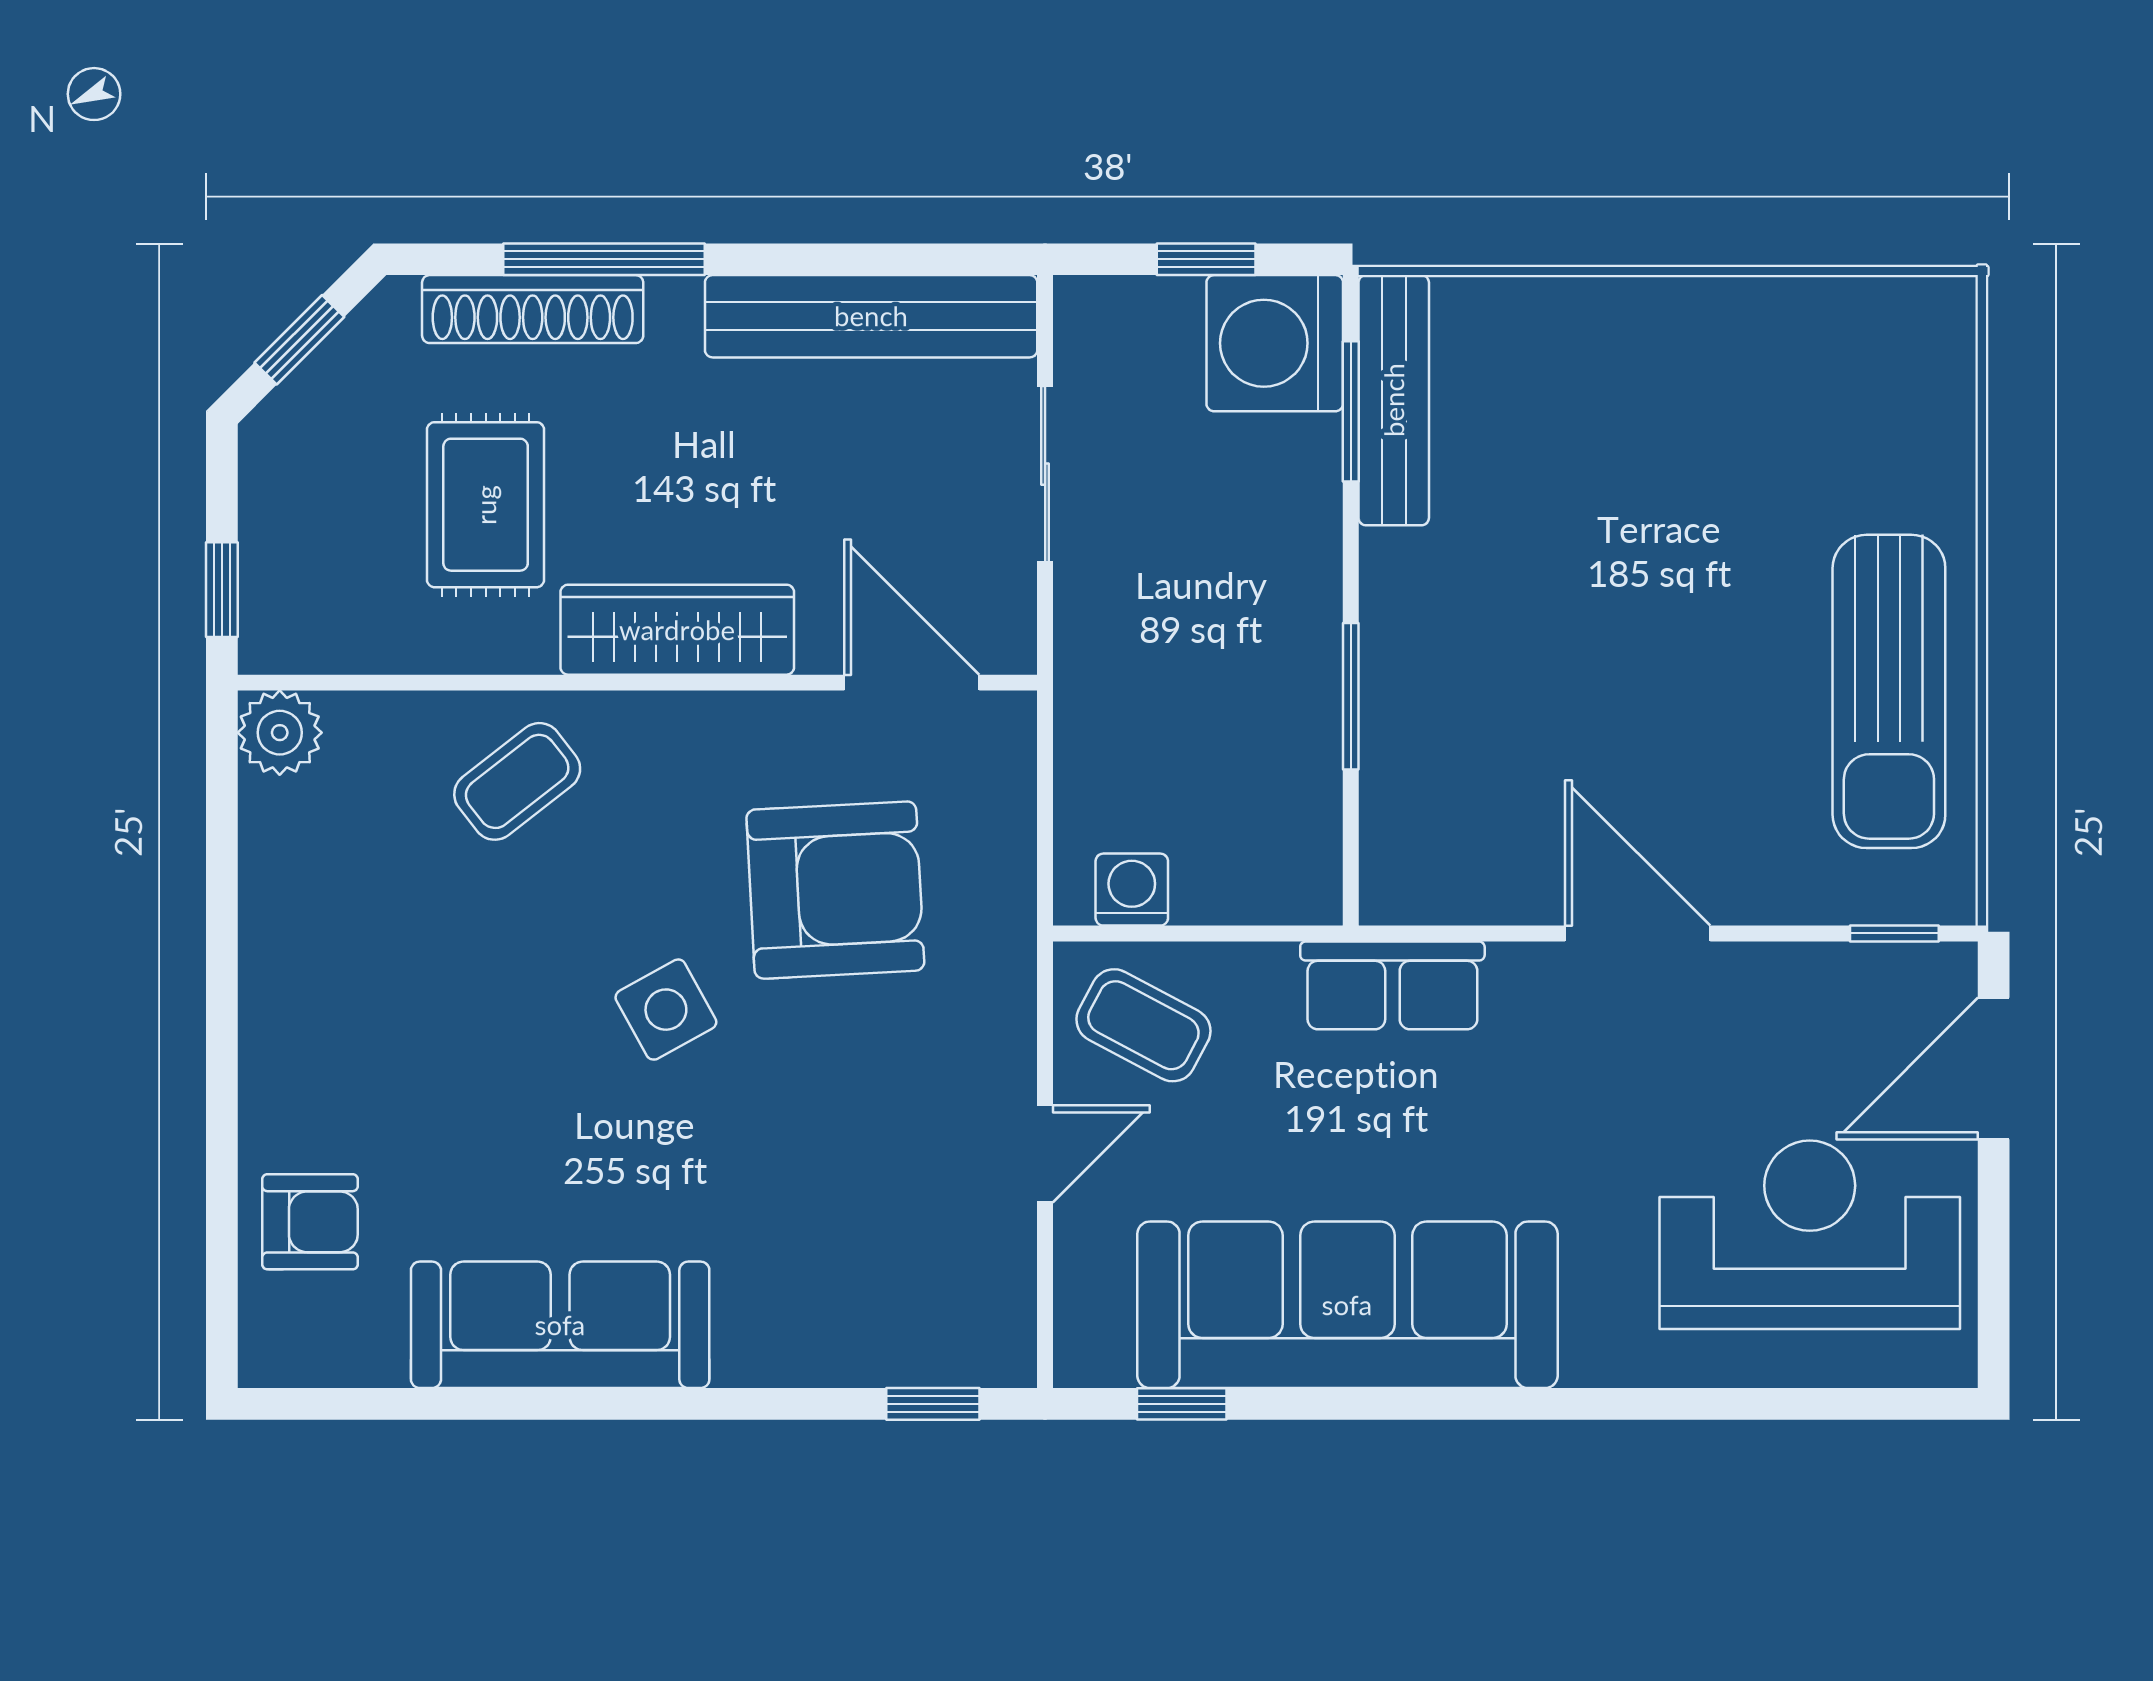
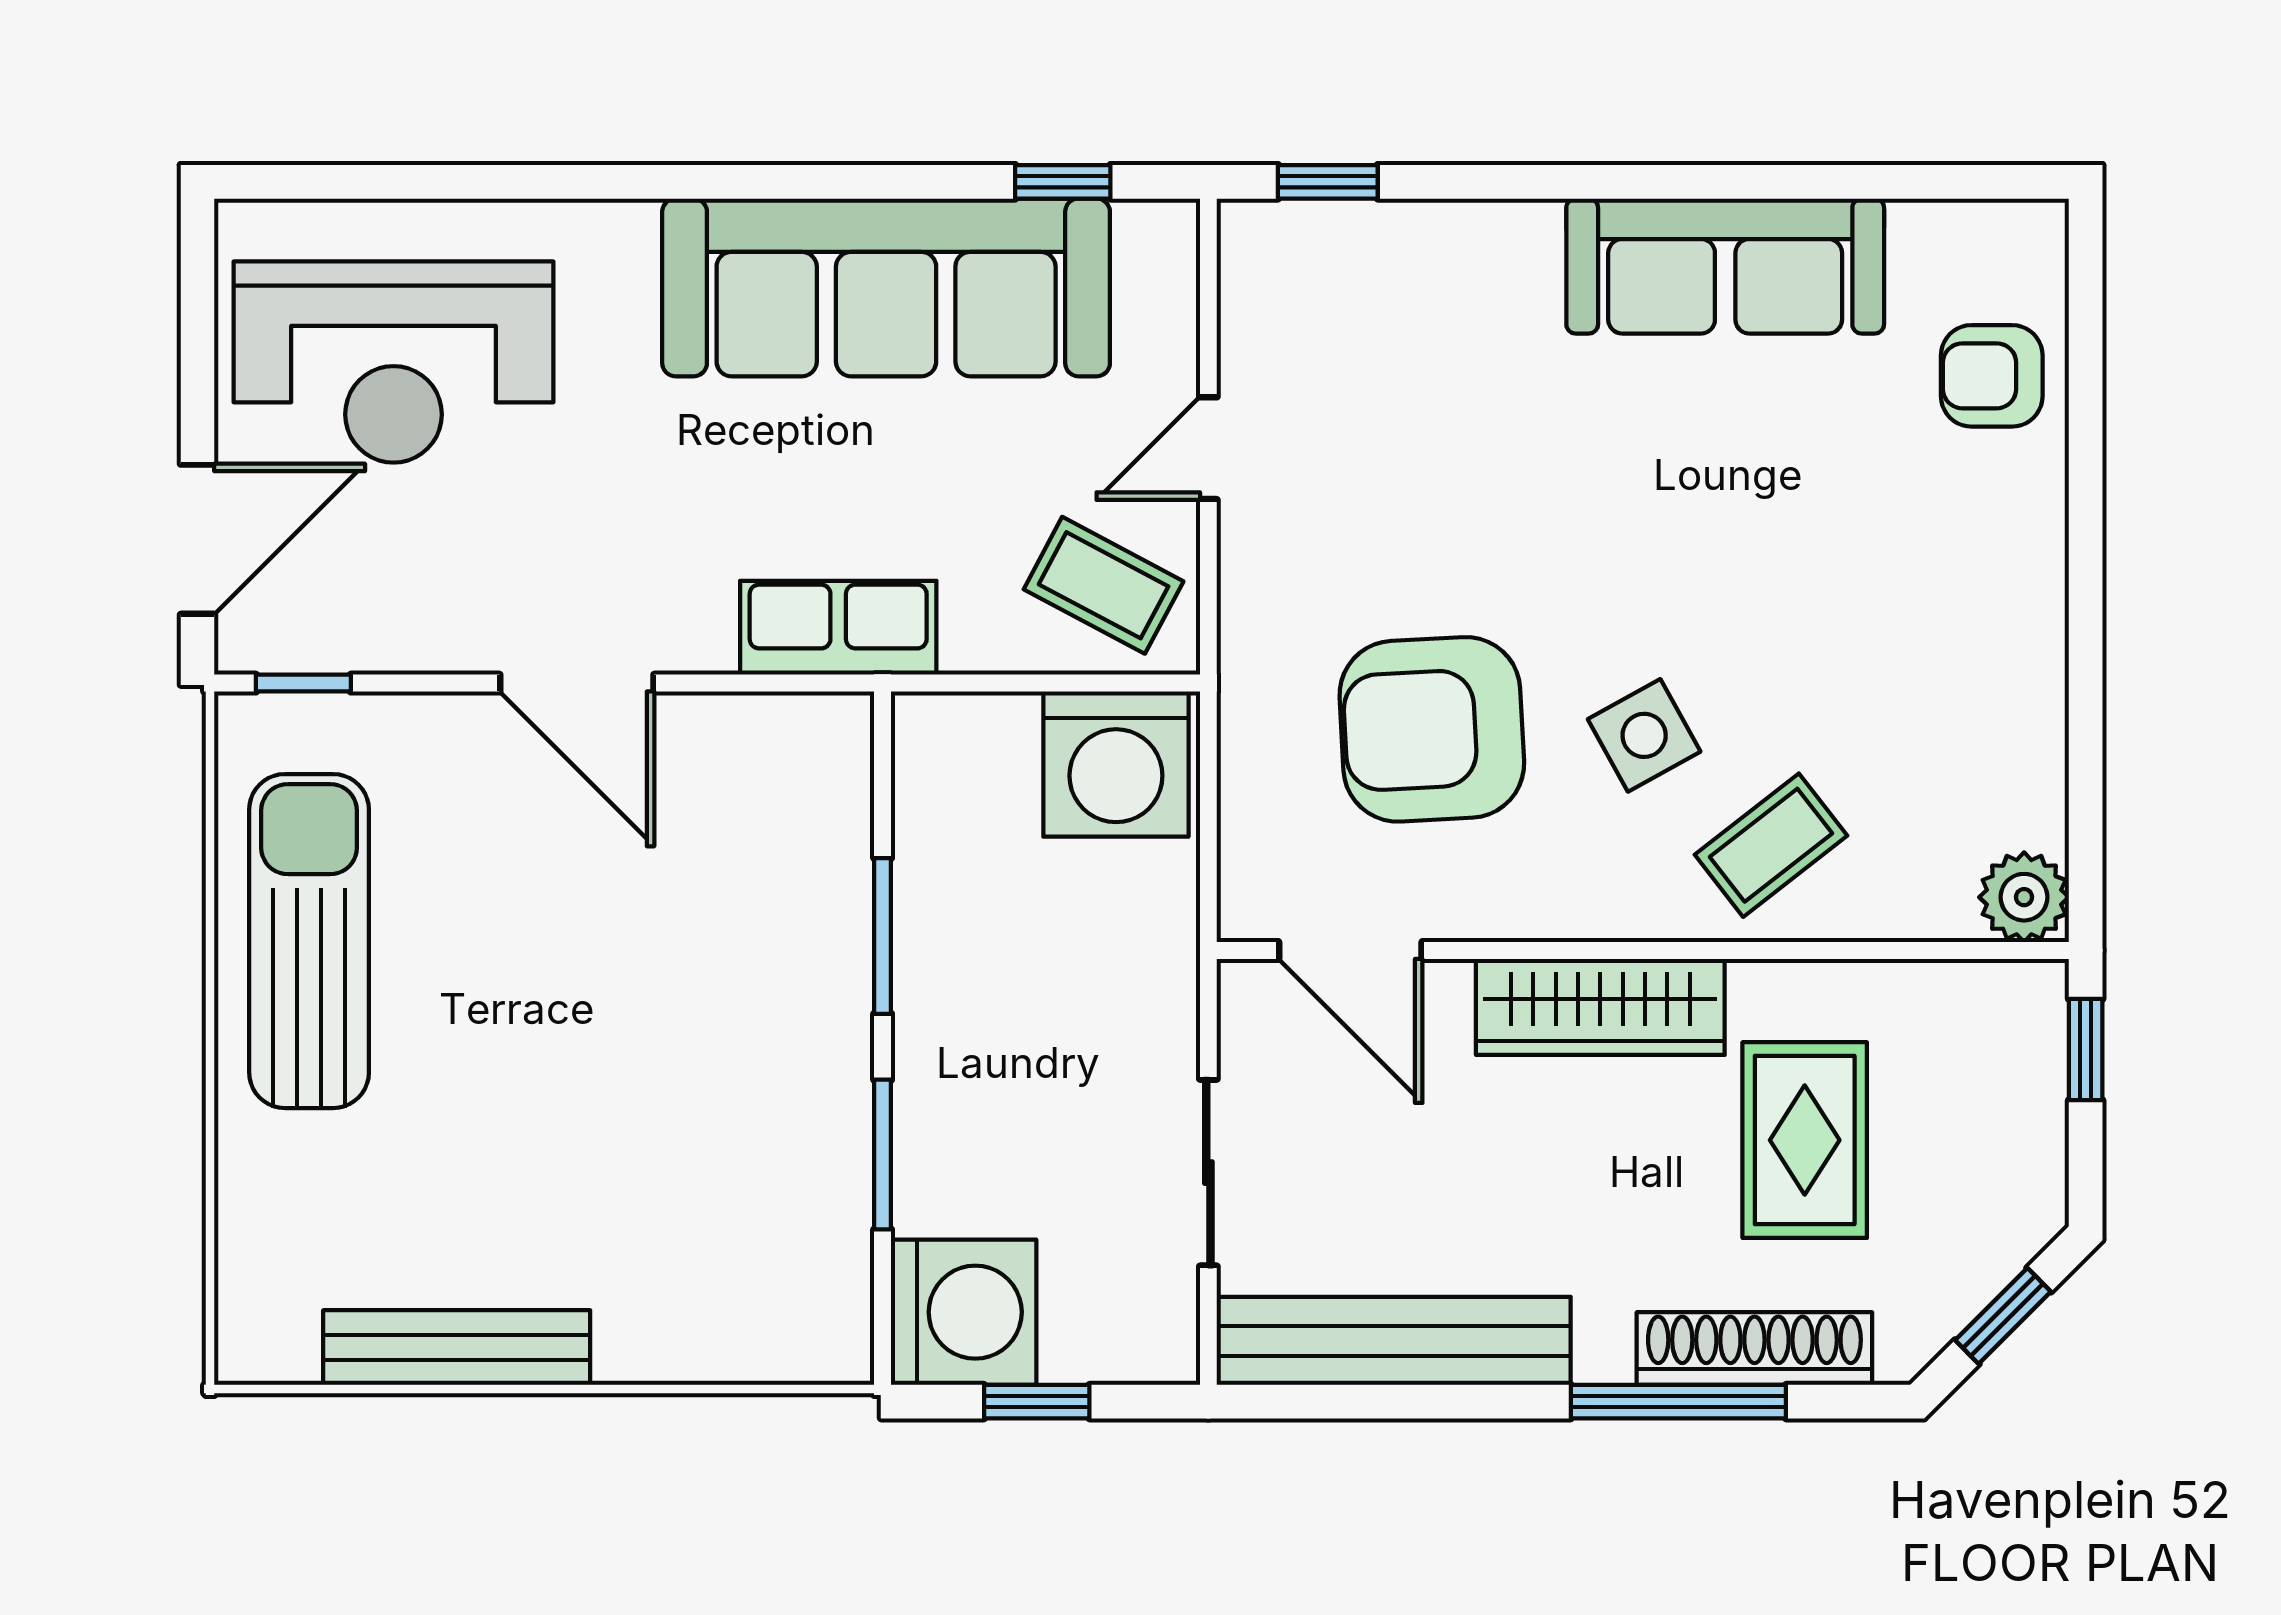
bench: (1394, 400) -> (457, 1348), moved, turned 90
window: (1351, 411) -> (883, 1155), moved
washing machine: (1132, 890) -> (1116, 764), width x1.89, depth x1.89
side table: (666, 1010) -> (1644, 735), moved

